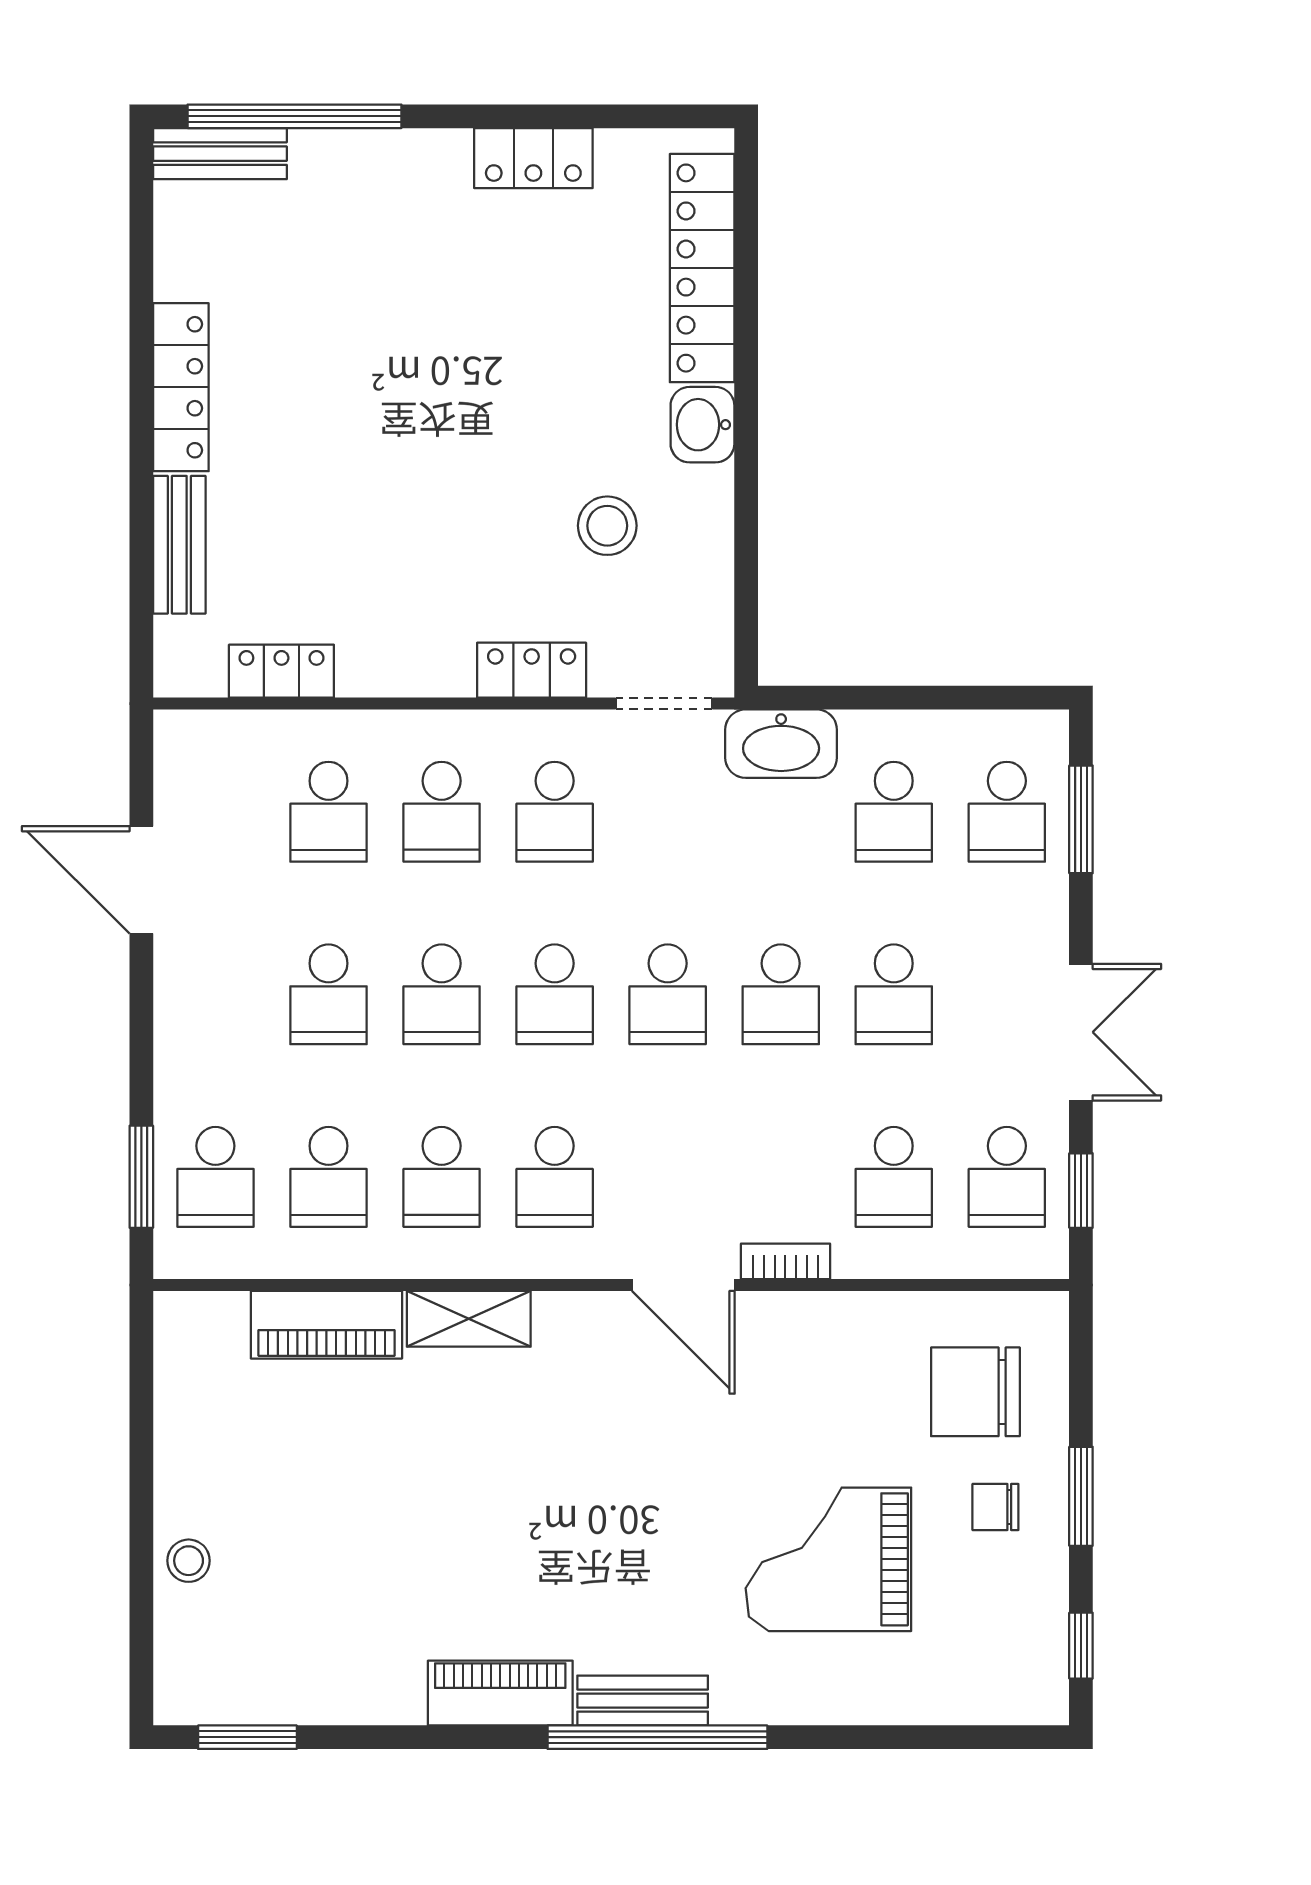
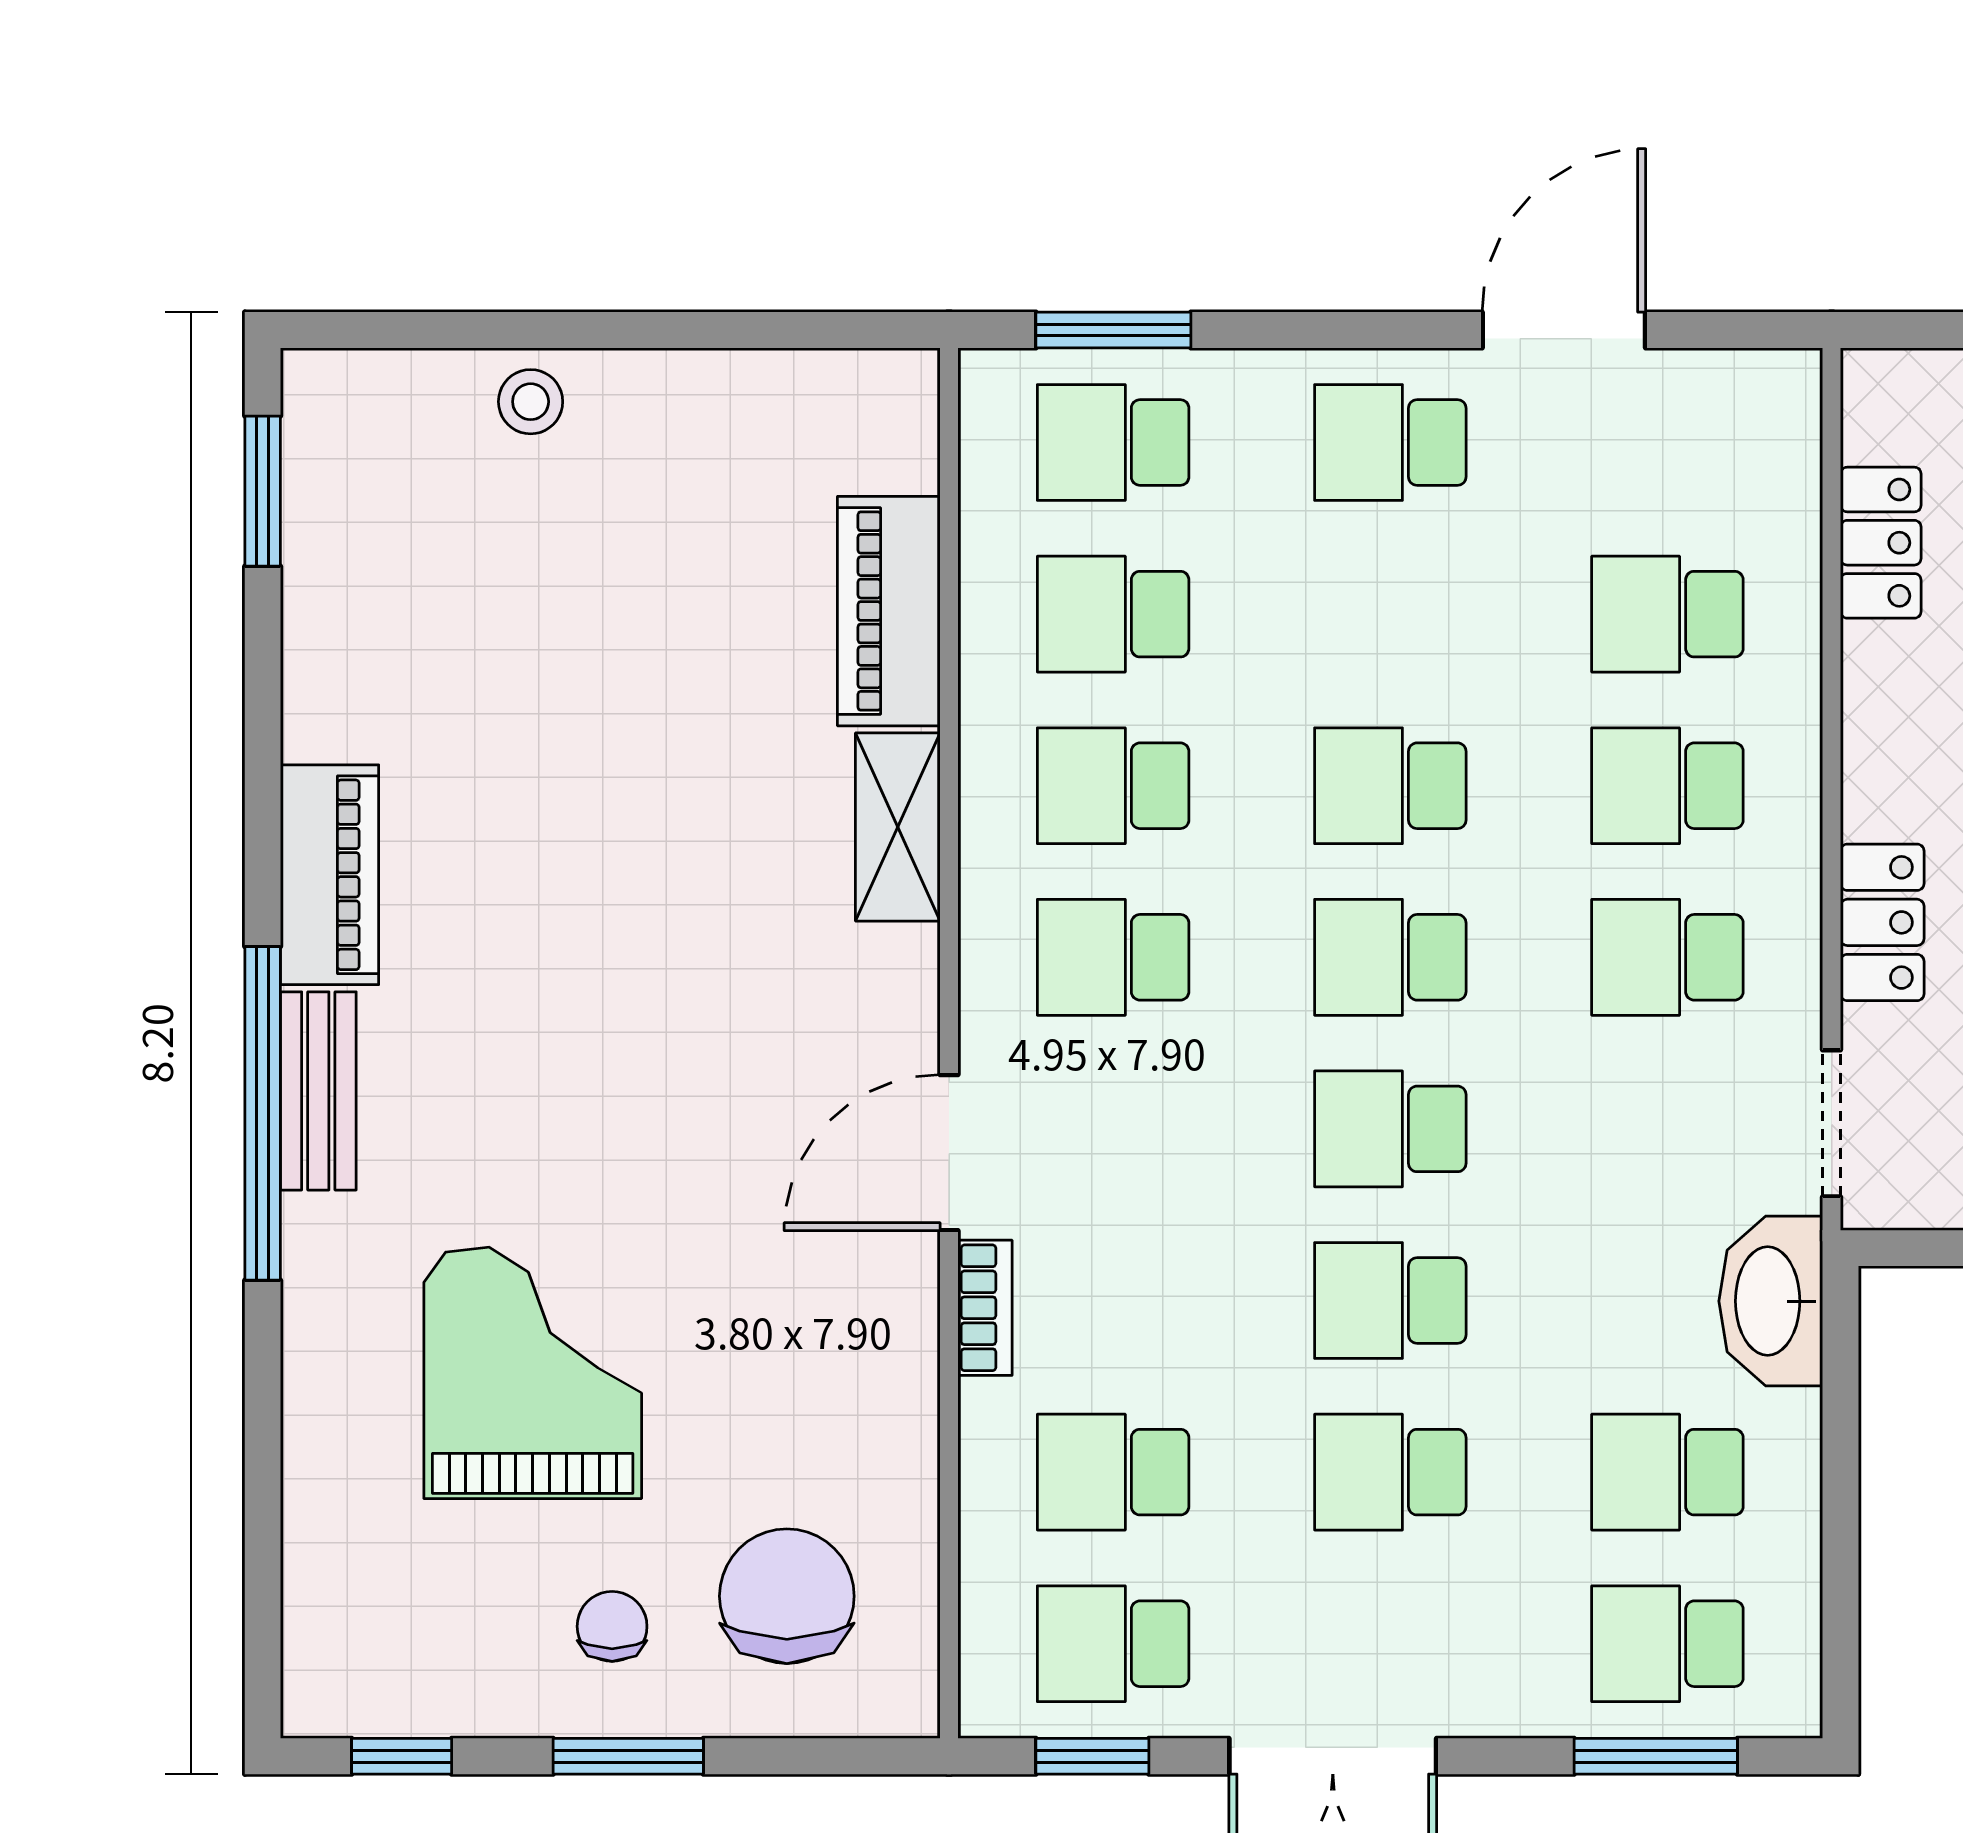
school desk: (329, 994) -> (1390, 443), moved

